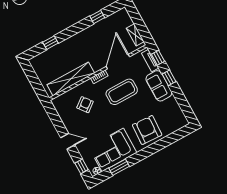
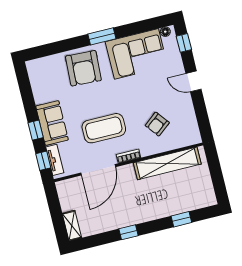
window: (97, 17) -> (128, 232), moved
shelving: (135, 35) -> (72, 226), moved
window: (119, 167) -> (102, 36), moved

